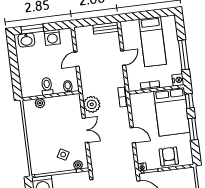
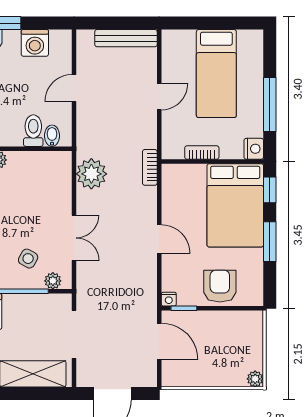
bench: (106, 28) -> (126, 38), width x1.36
toilet: (47, 86) -> (33, 131), moved
double door: (85, 130) -> (74, 238), moved

